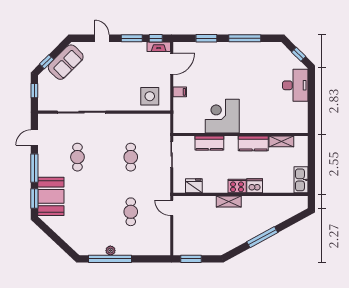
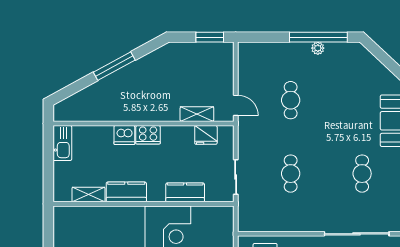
shelving: (229, 201) -> (197, 114), moved

